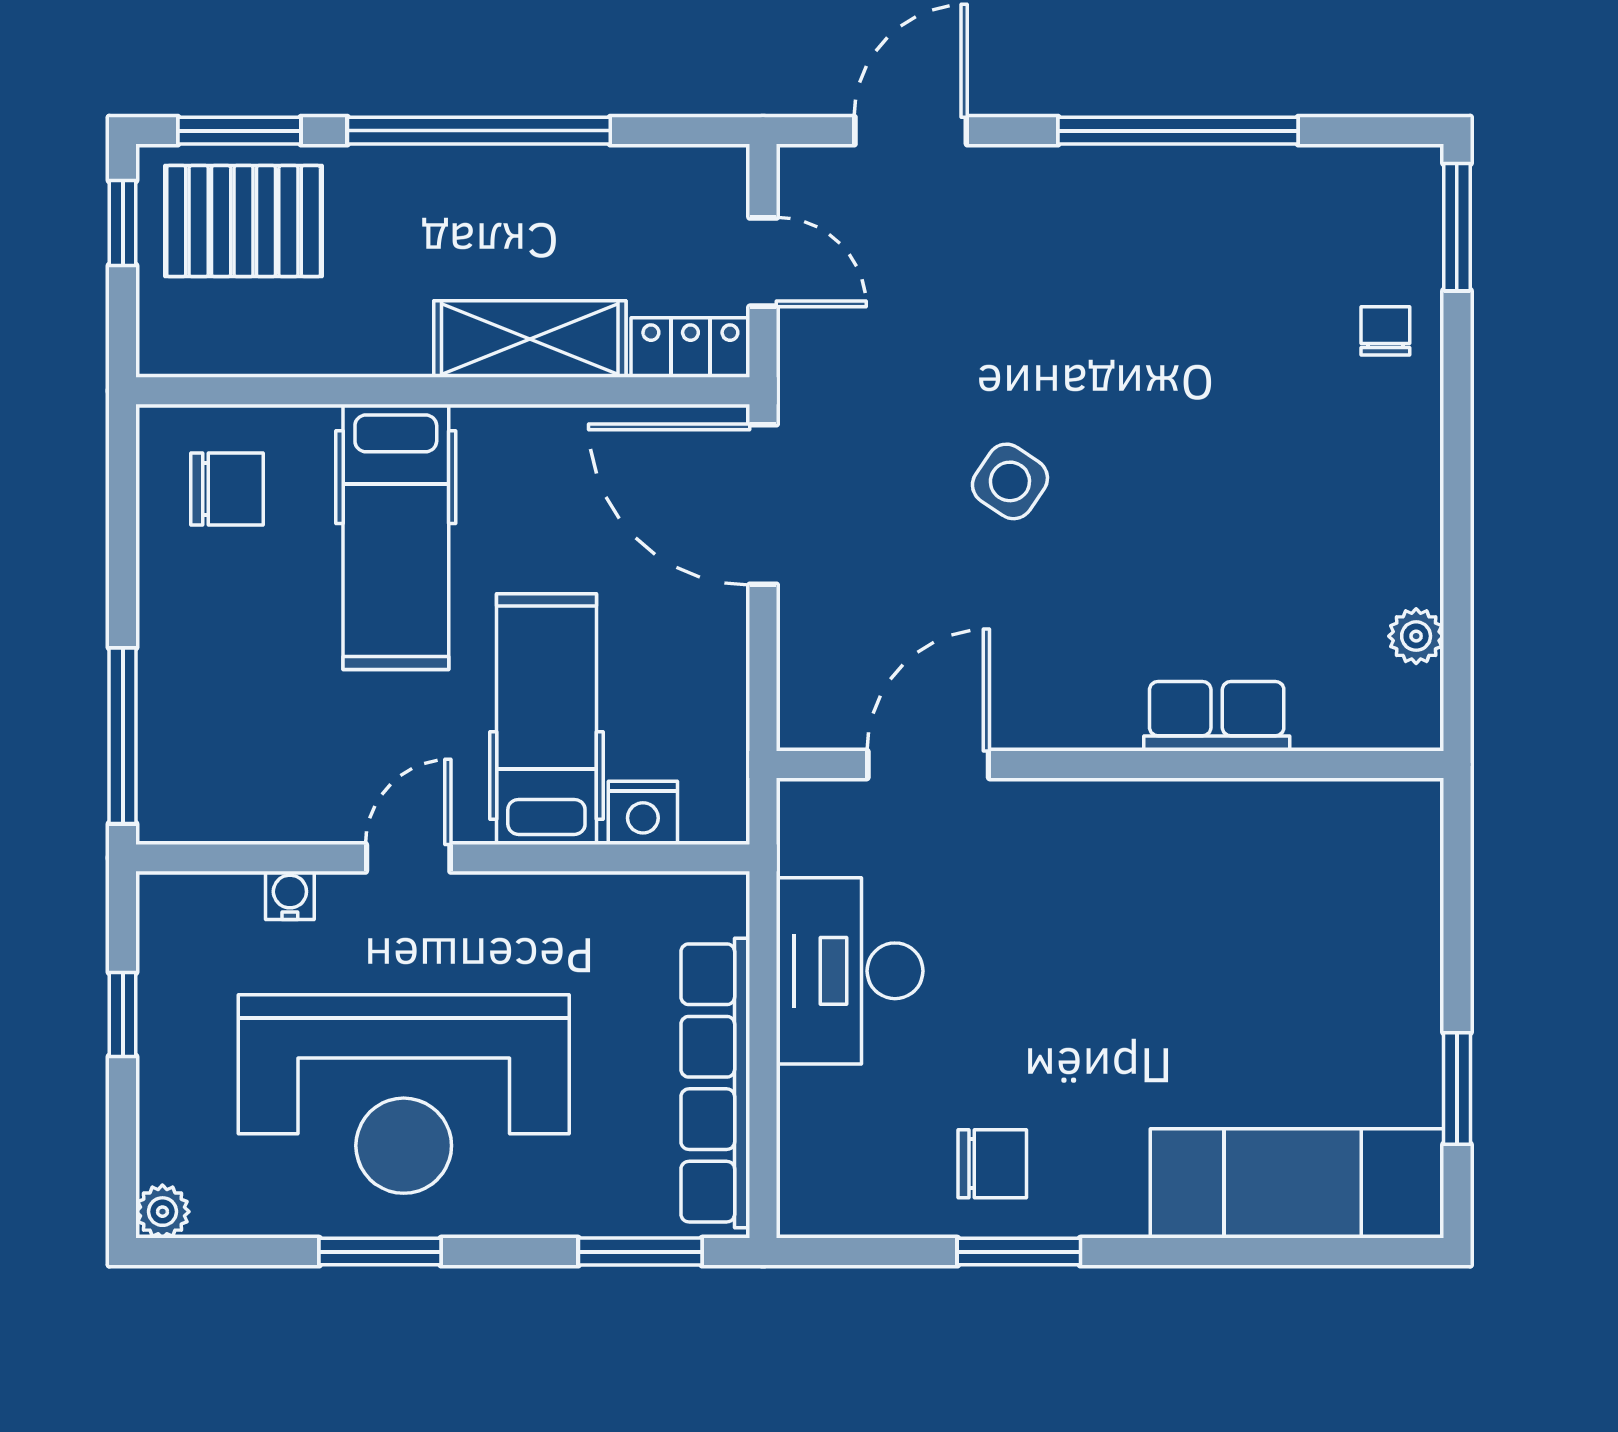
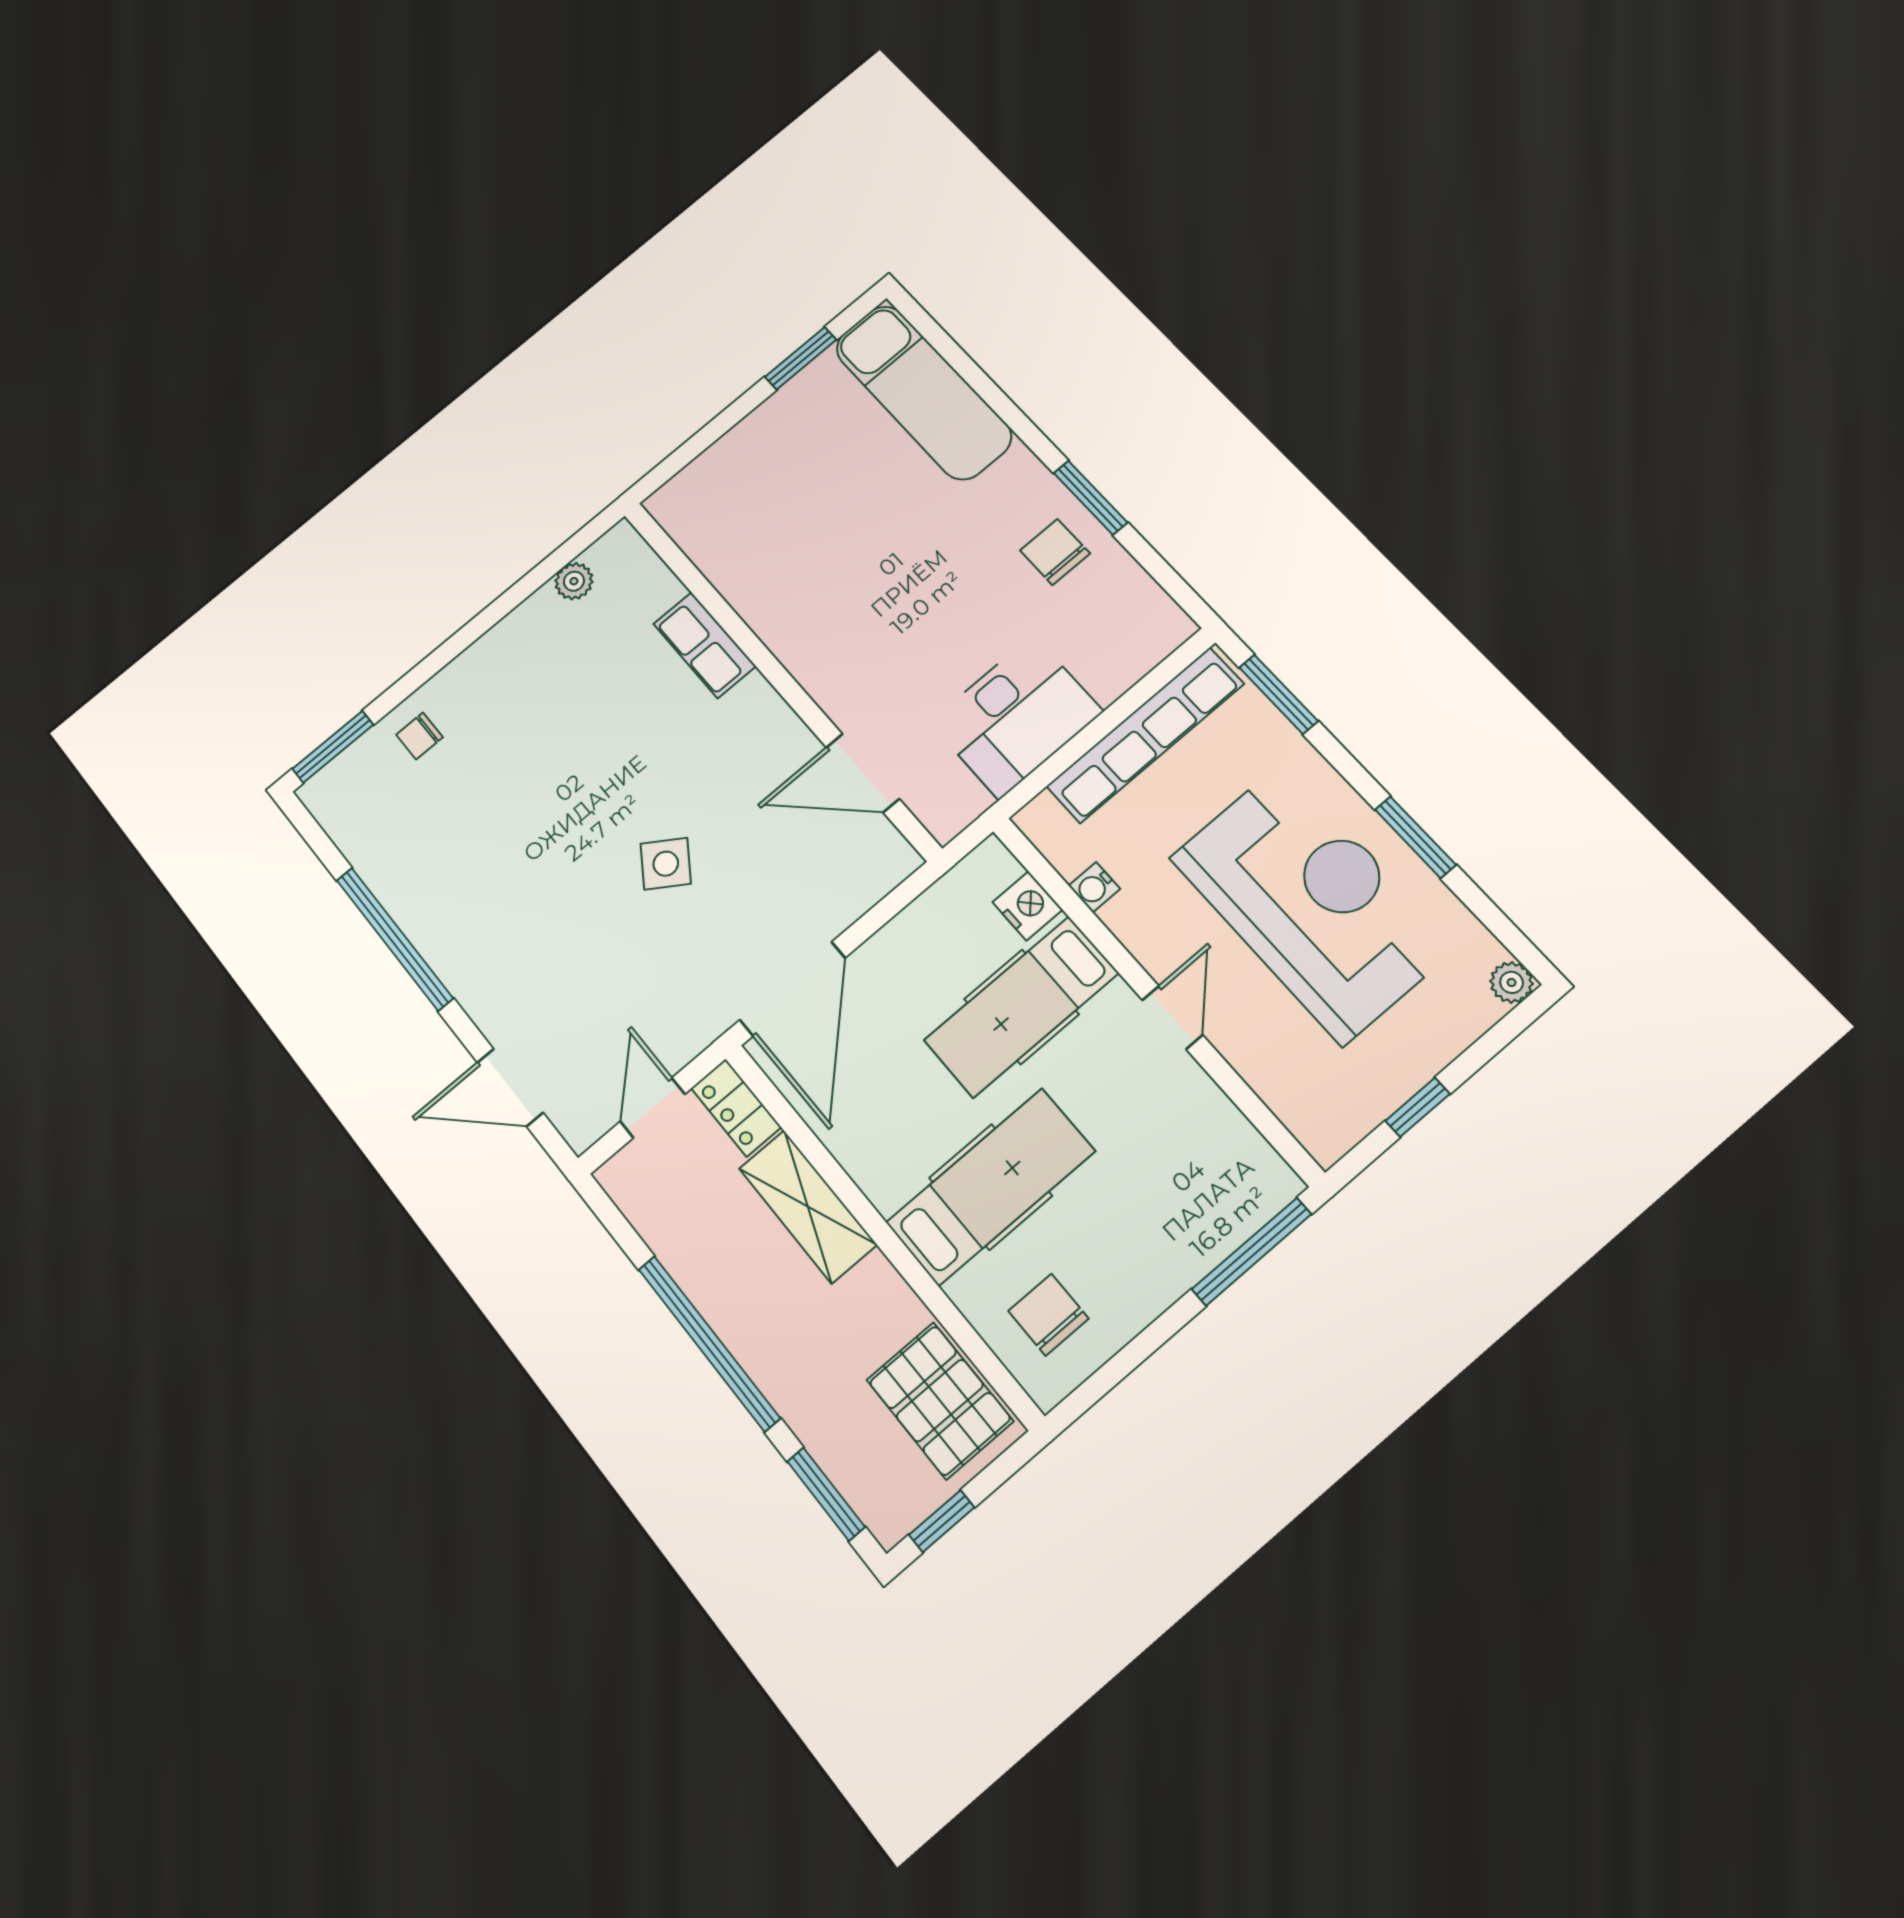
pallet: (244, 221) -> (940, 1401), moved
door: (408, 858) -> (1172, 1017), swing flipped
water cooler: (290, 895) -> (1094, 887), moved

